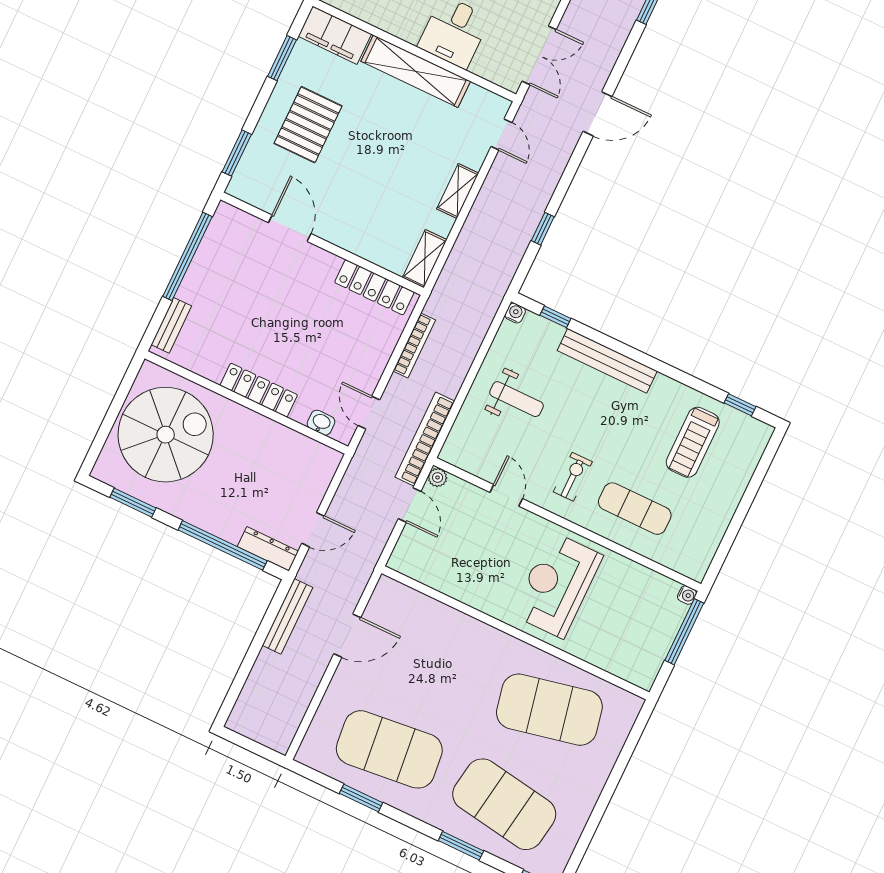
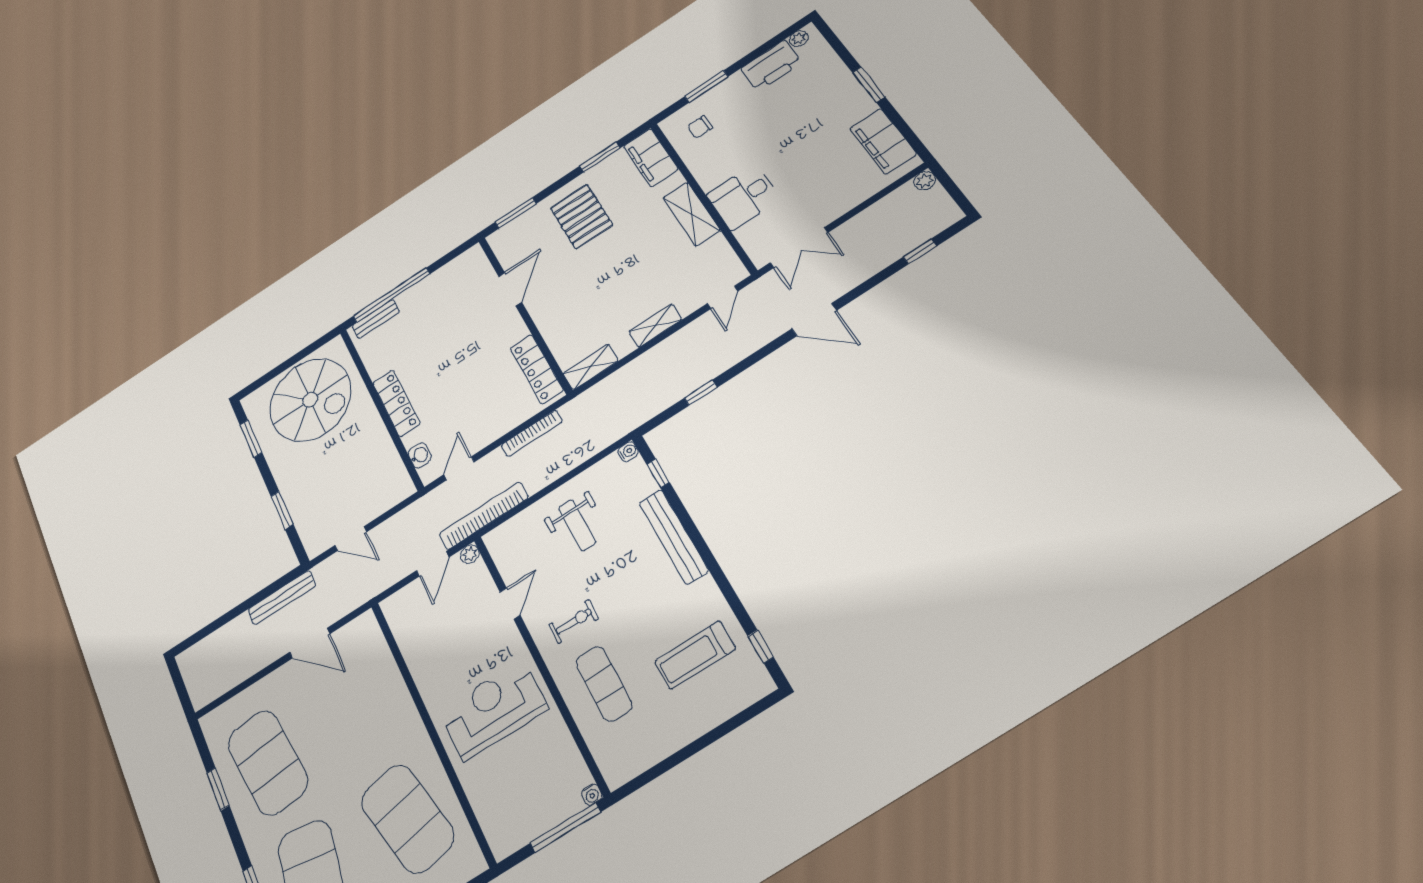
shelving: (416, 71) -> (691, 214), width x0.68
pallet: (308, 125) -> (581, 217), turned 90
window: (187, 256) -> (392, 295), moved
window: (223, 545) -> (282, 510), width x0.47
dresser: (268, 549) -> (309, 533), removed

